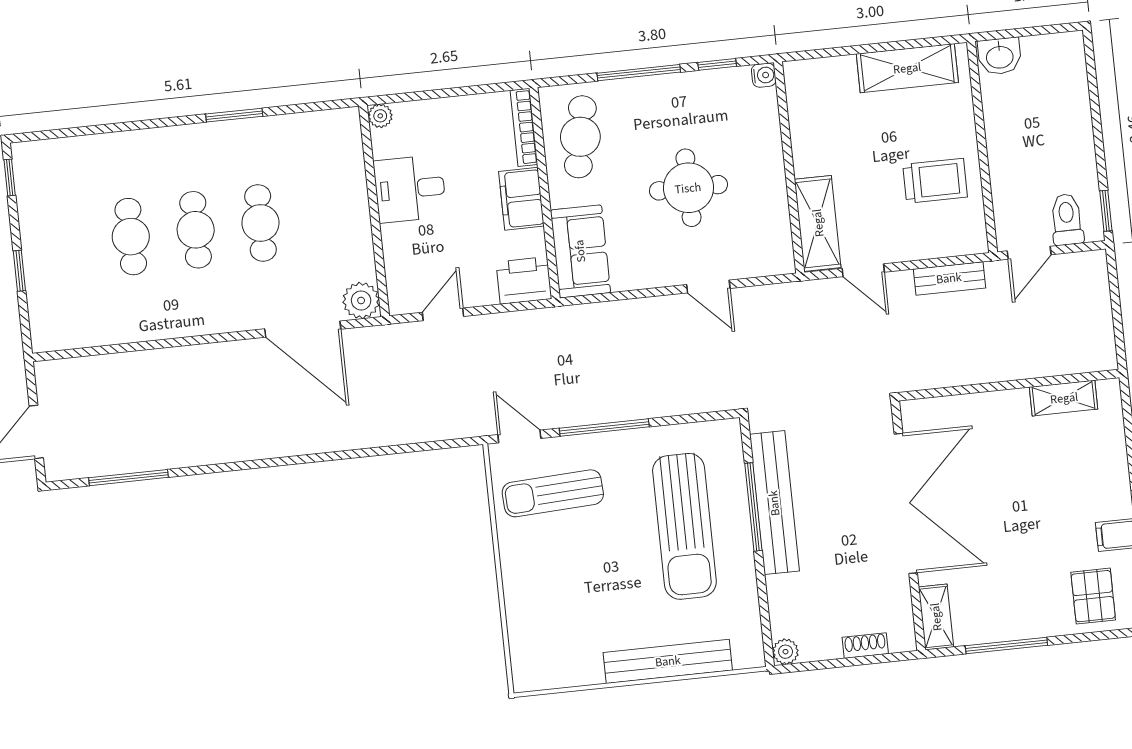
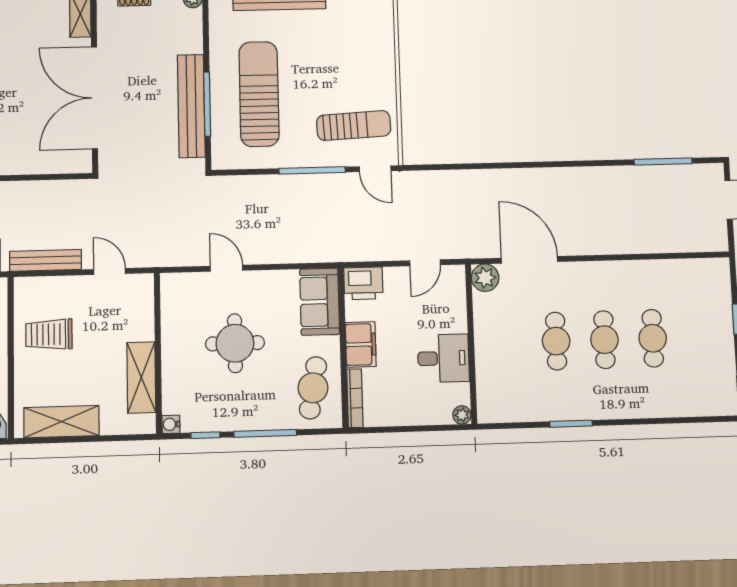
shelving: (818, 223) -> (141, 377), moved
bench: (949, 278) -> (45, 260), width x1.36

